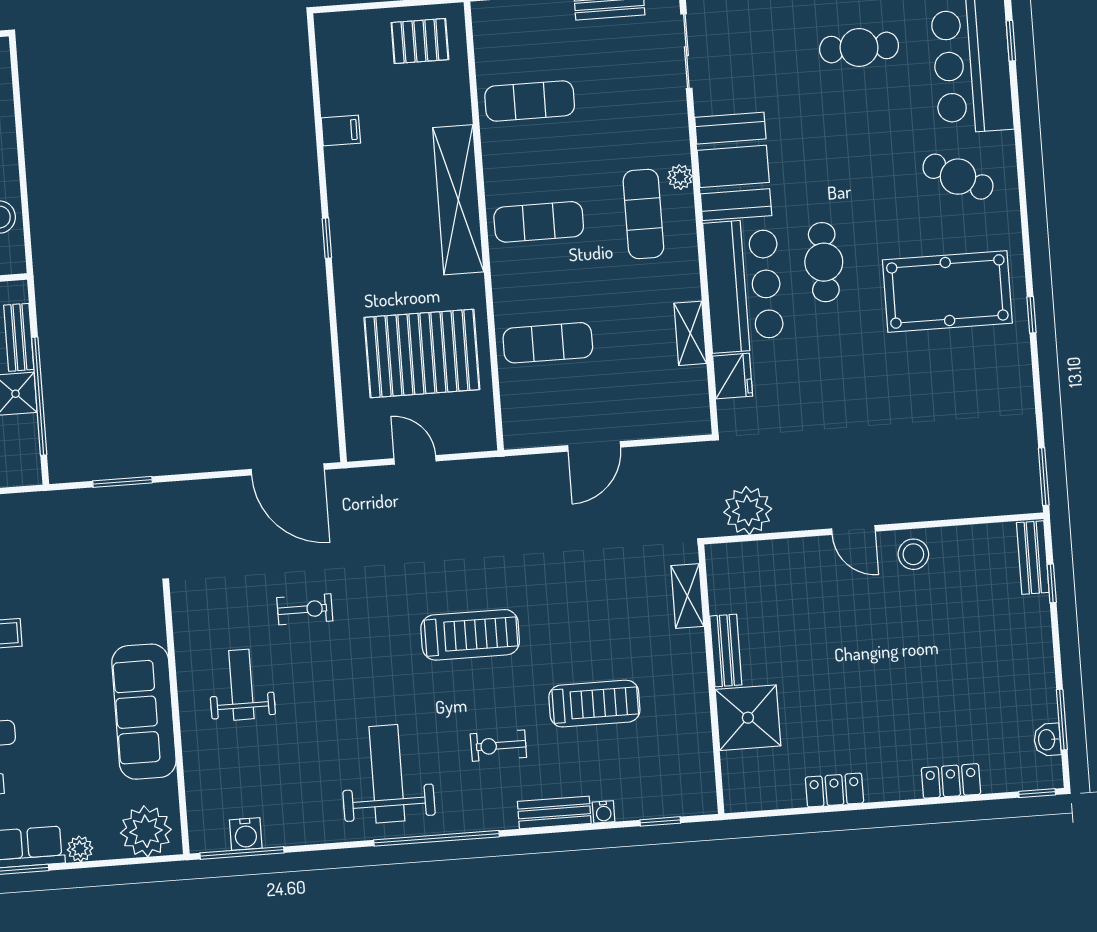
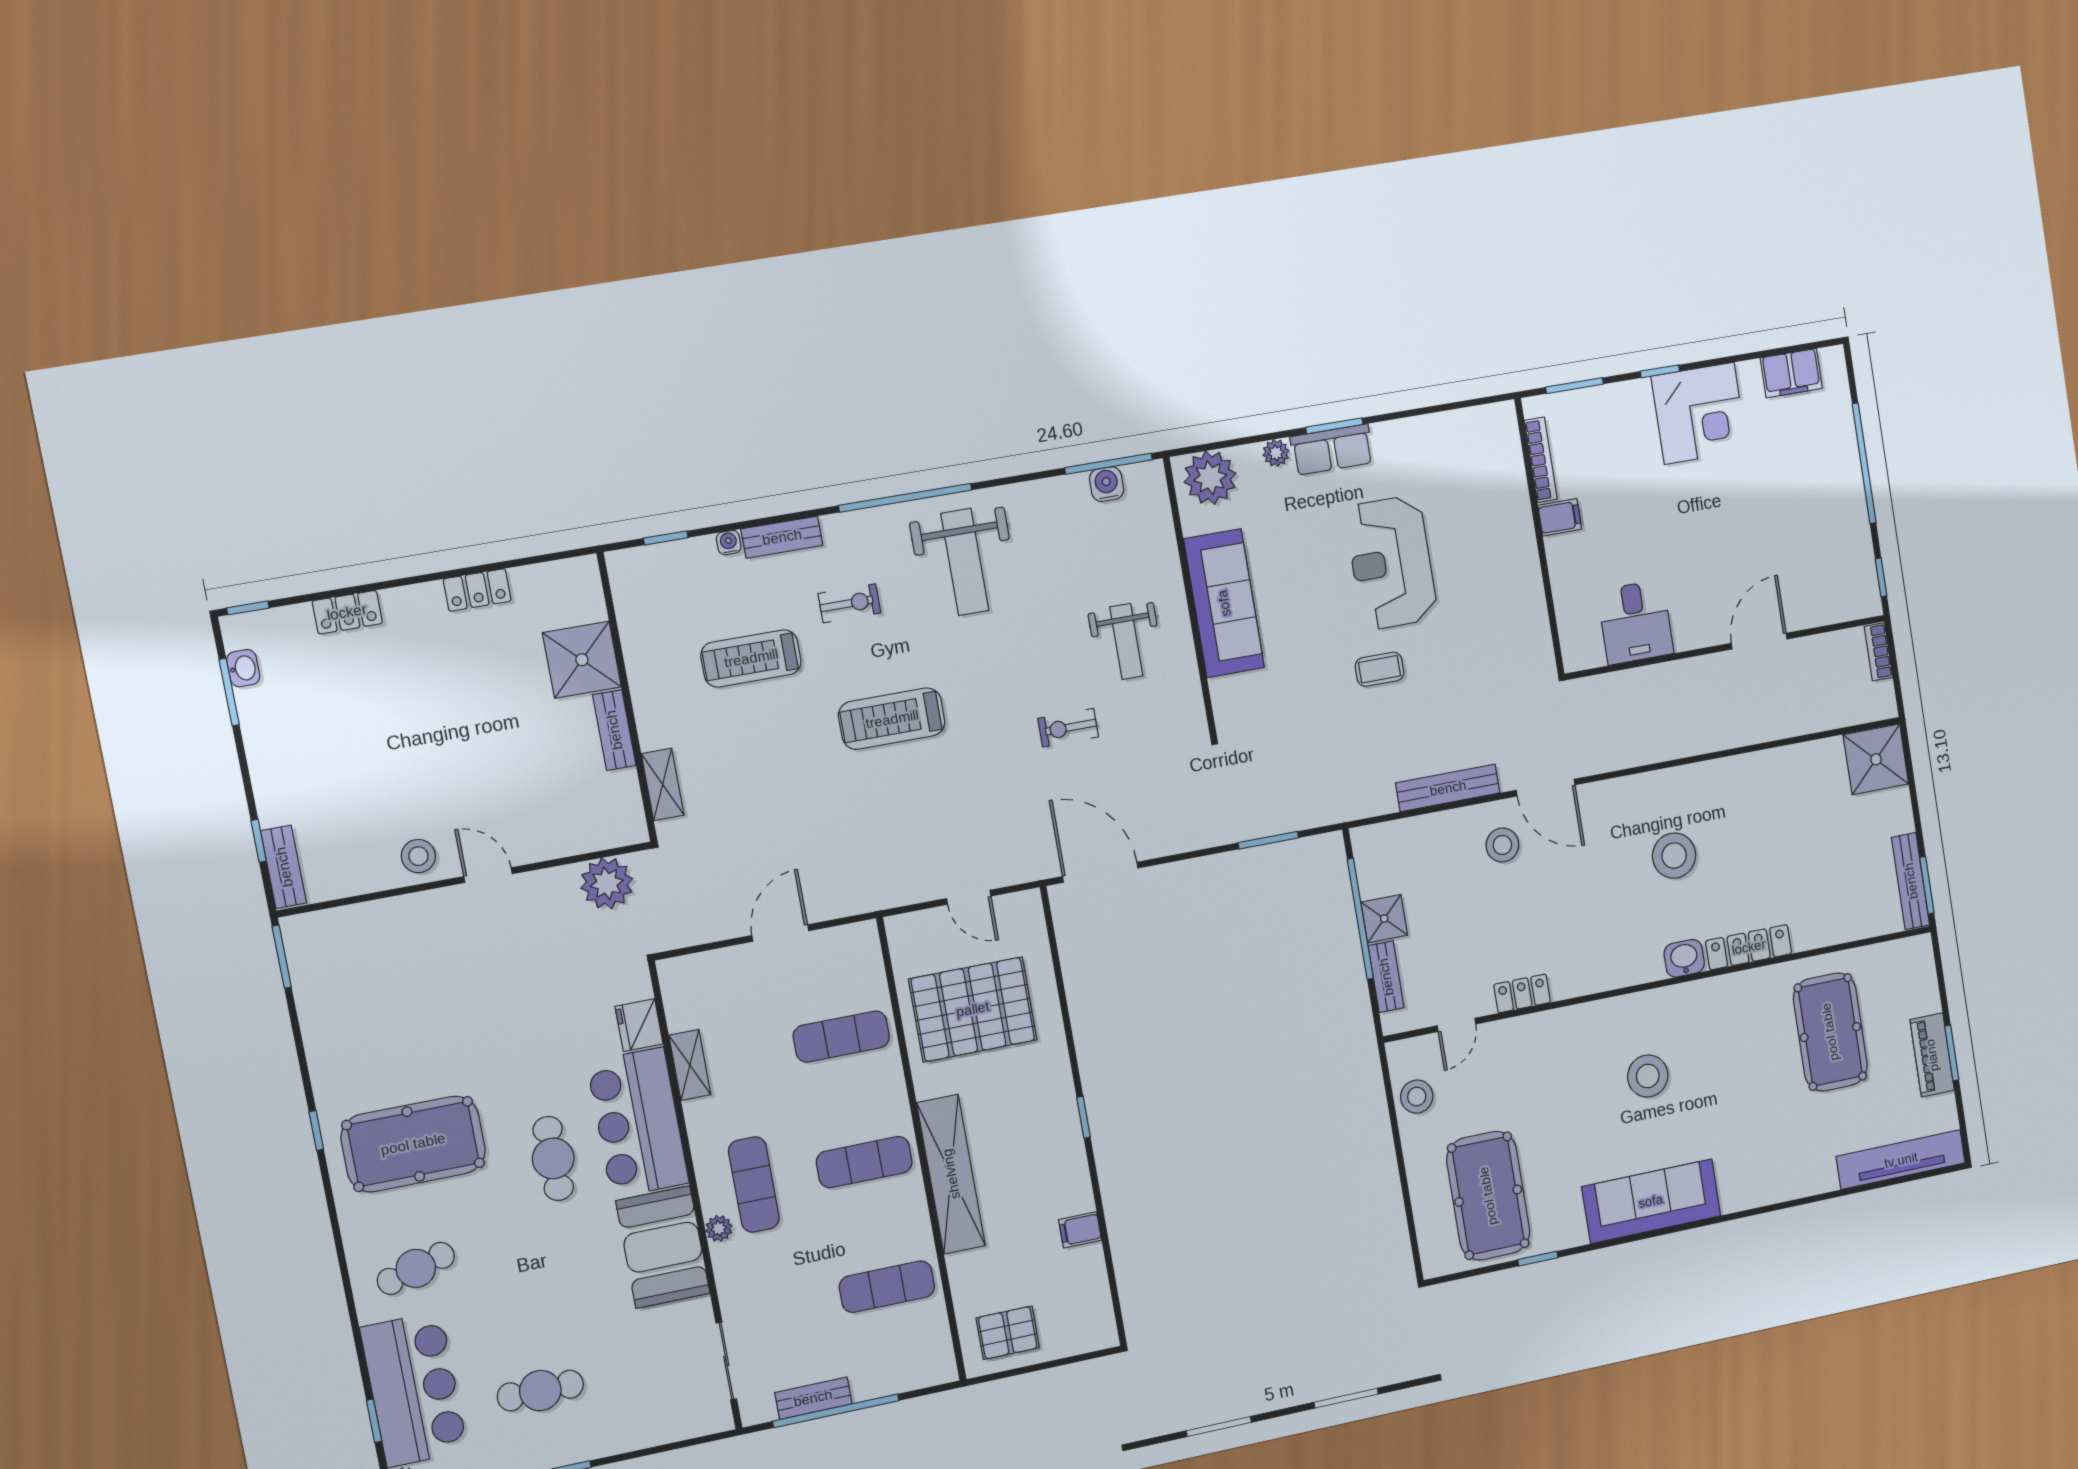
cafe table: (958, 177) -> (416, 1268), turned -44

